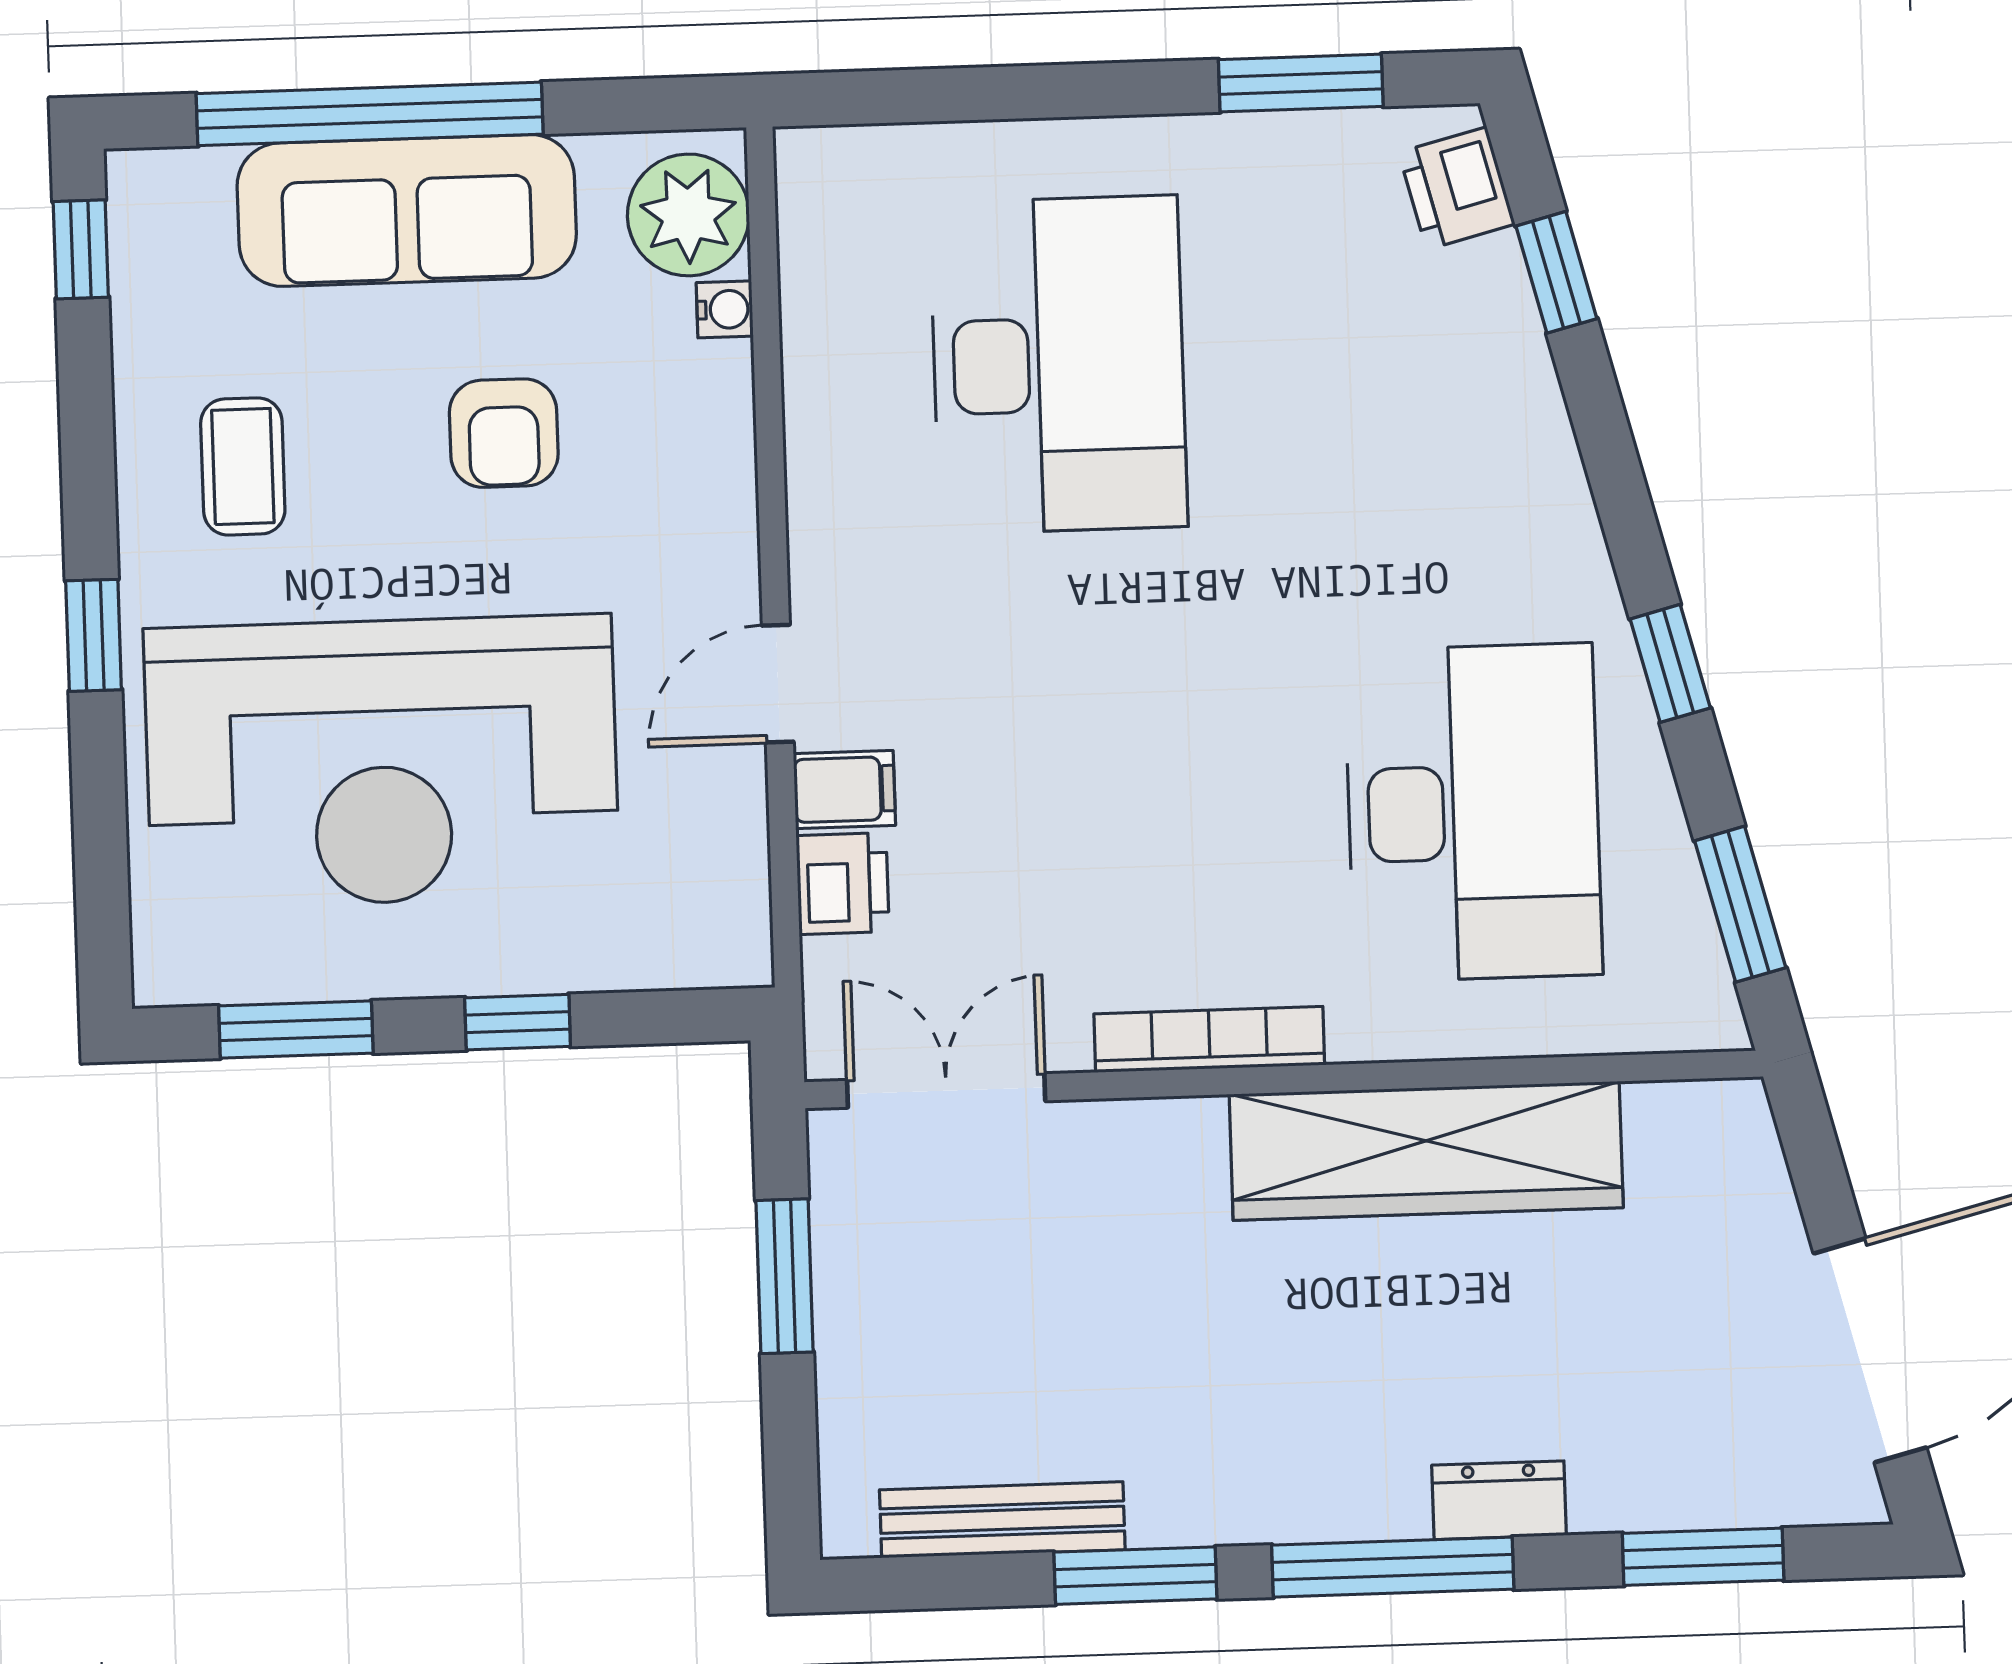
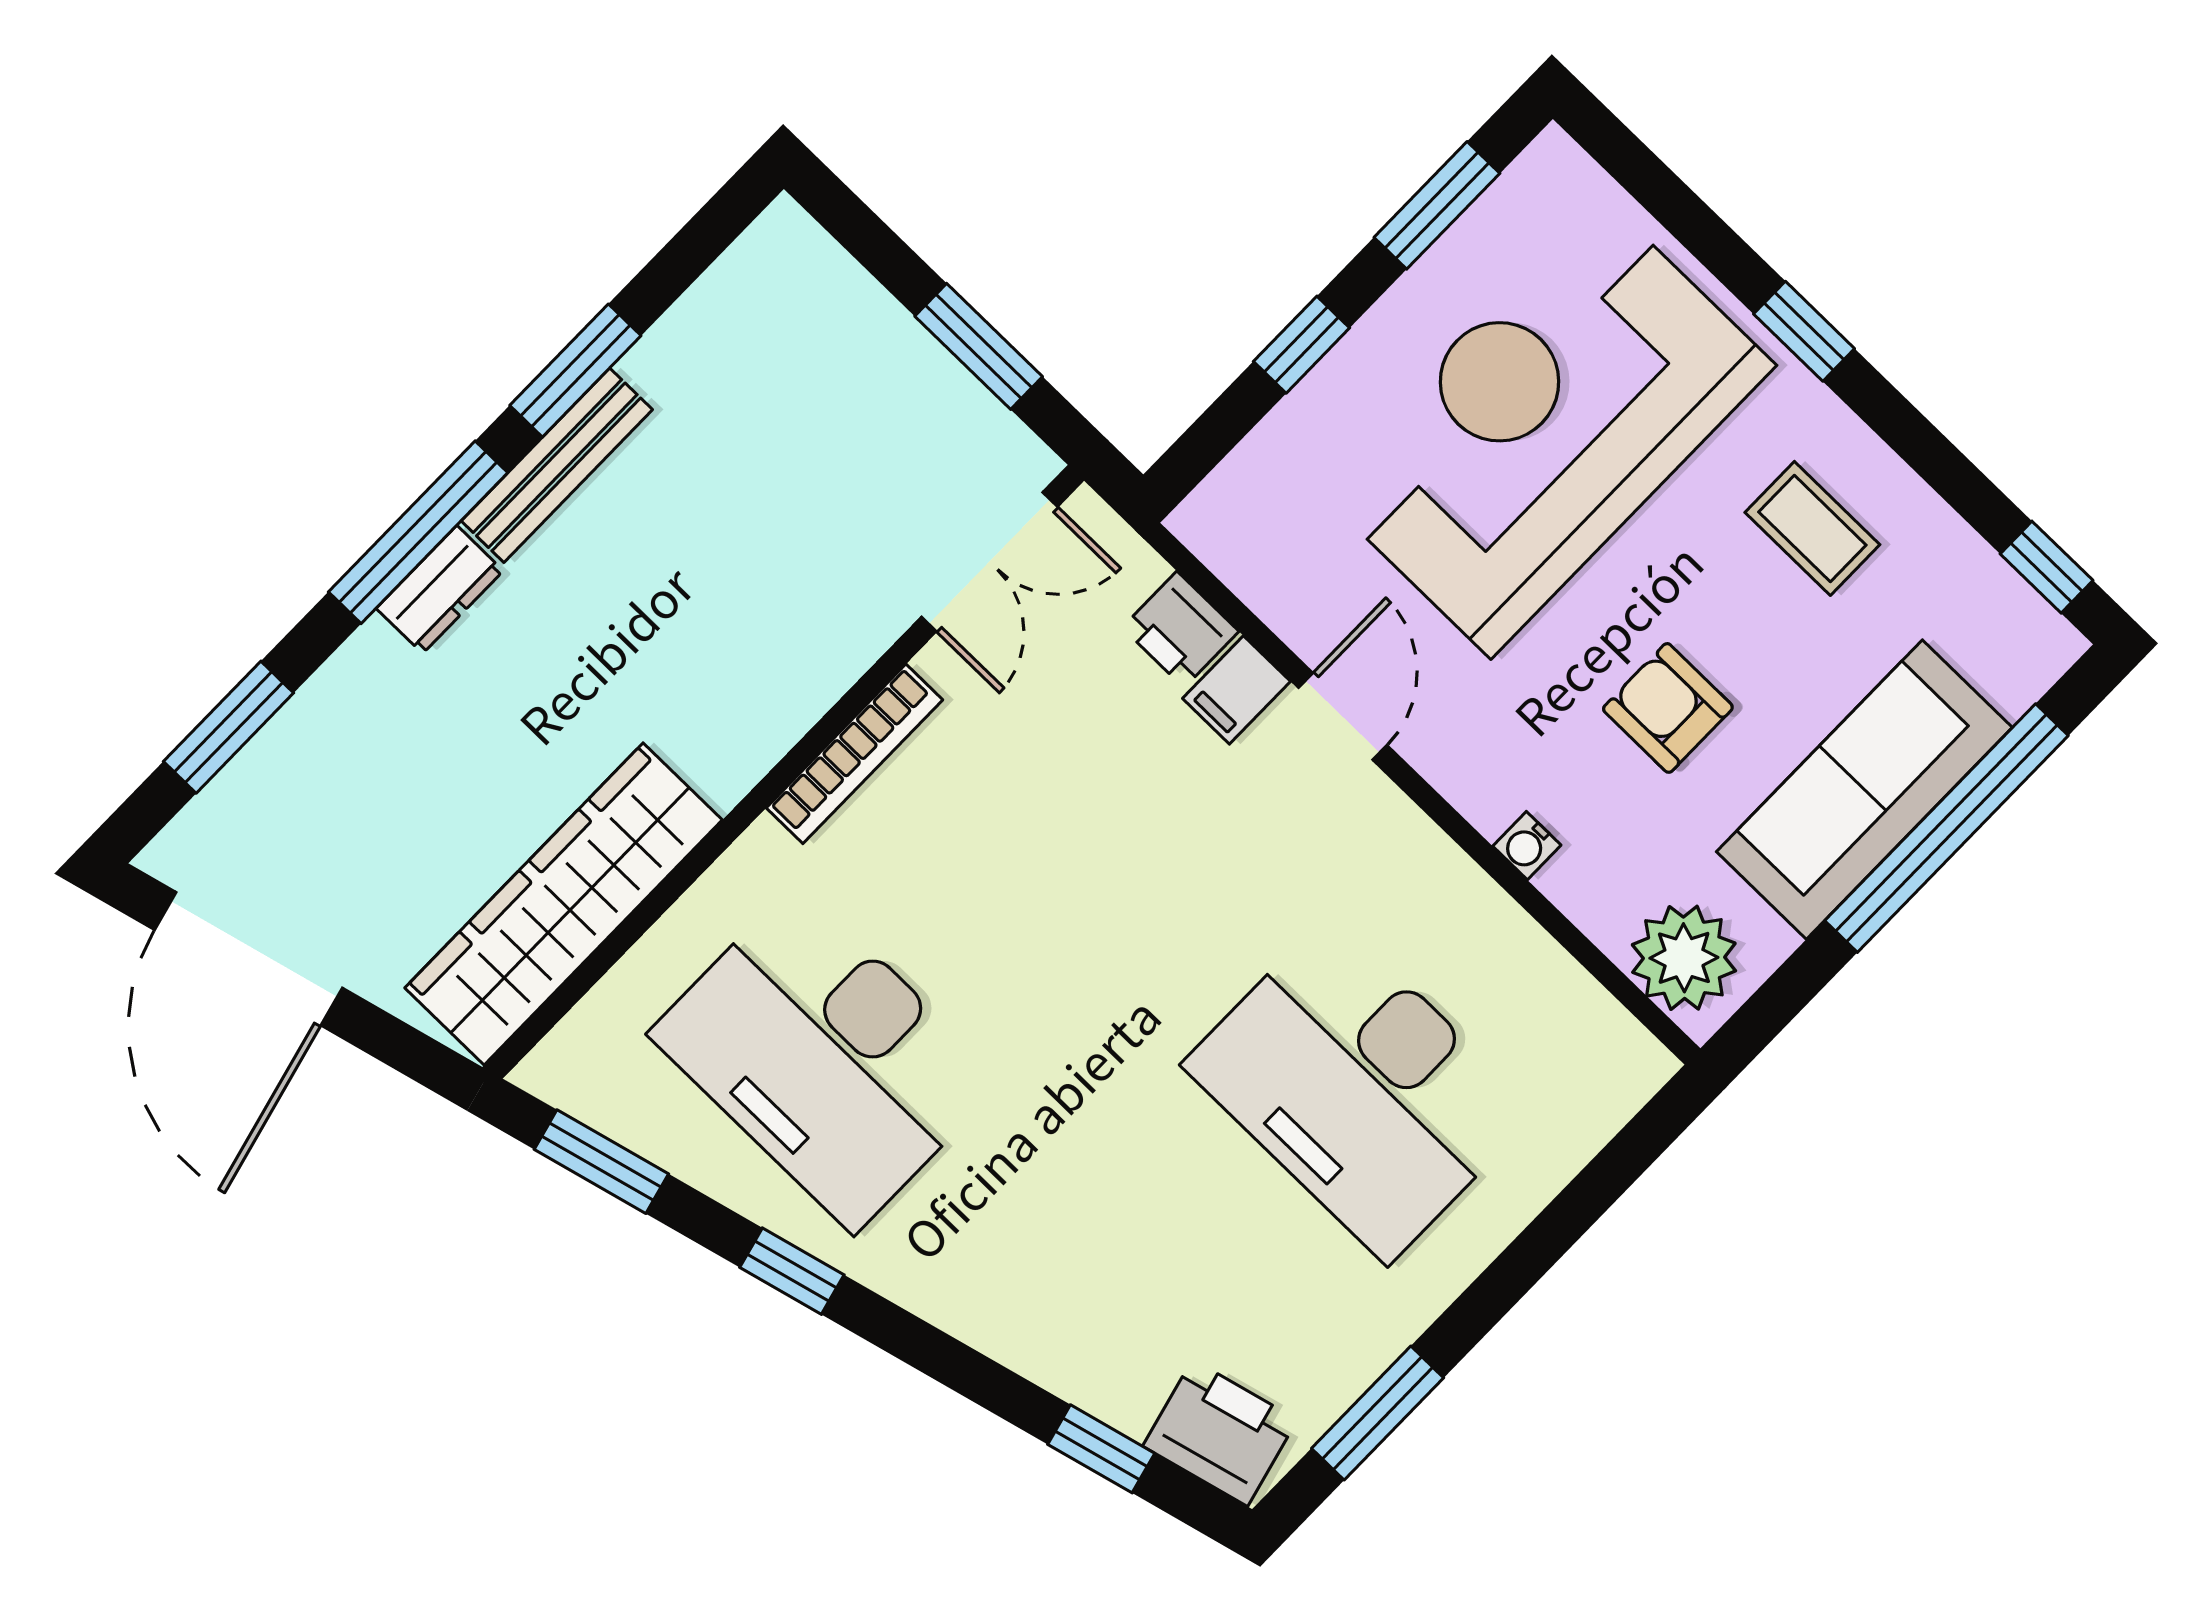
printer: (1457, 188) -> (1220, 1433), width x1.36, depth x1.24
water cooler: (725, 309) -> (1527, 846), moved
wardrobe: (1426, 1151) -> (564, 904), moved
dresser: (1499, 1500) -> (440, 589), moved
bench: (1002, 1520) -> (557, 465), moved

